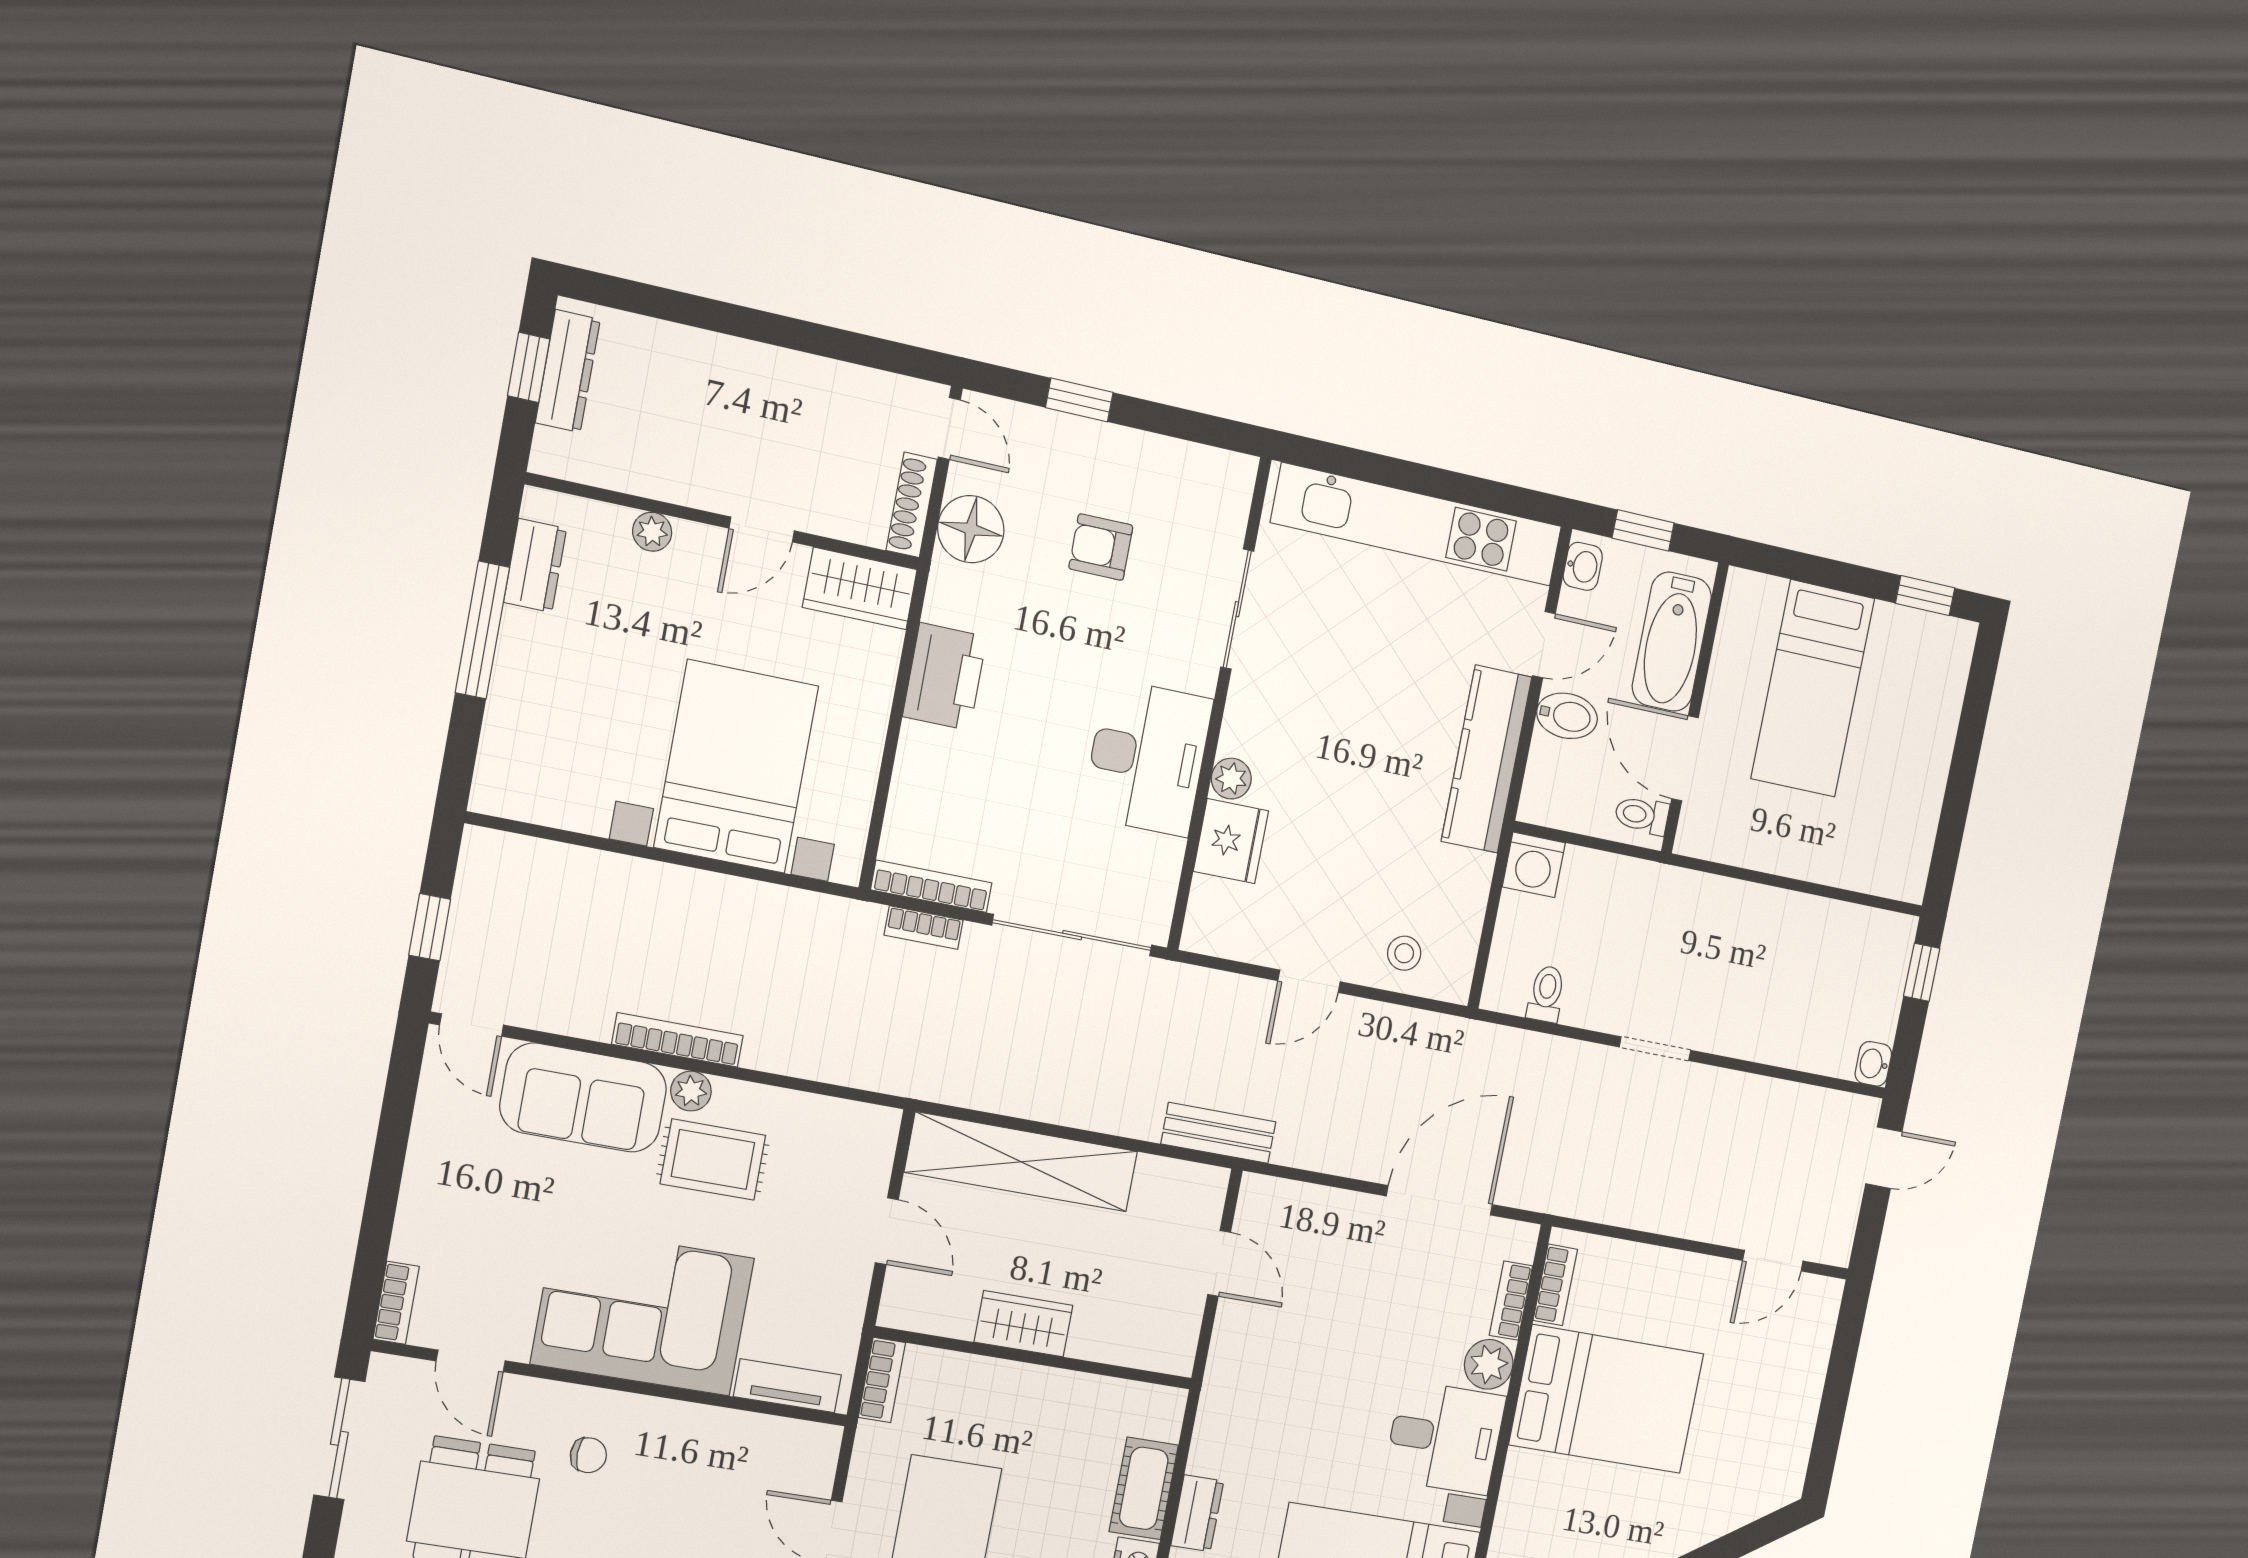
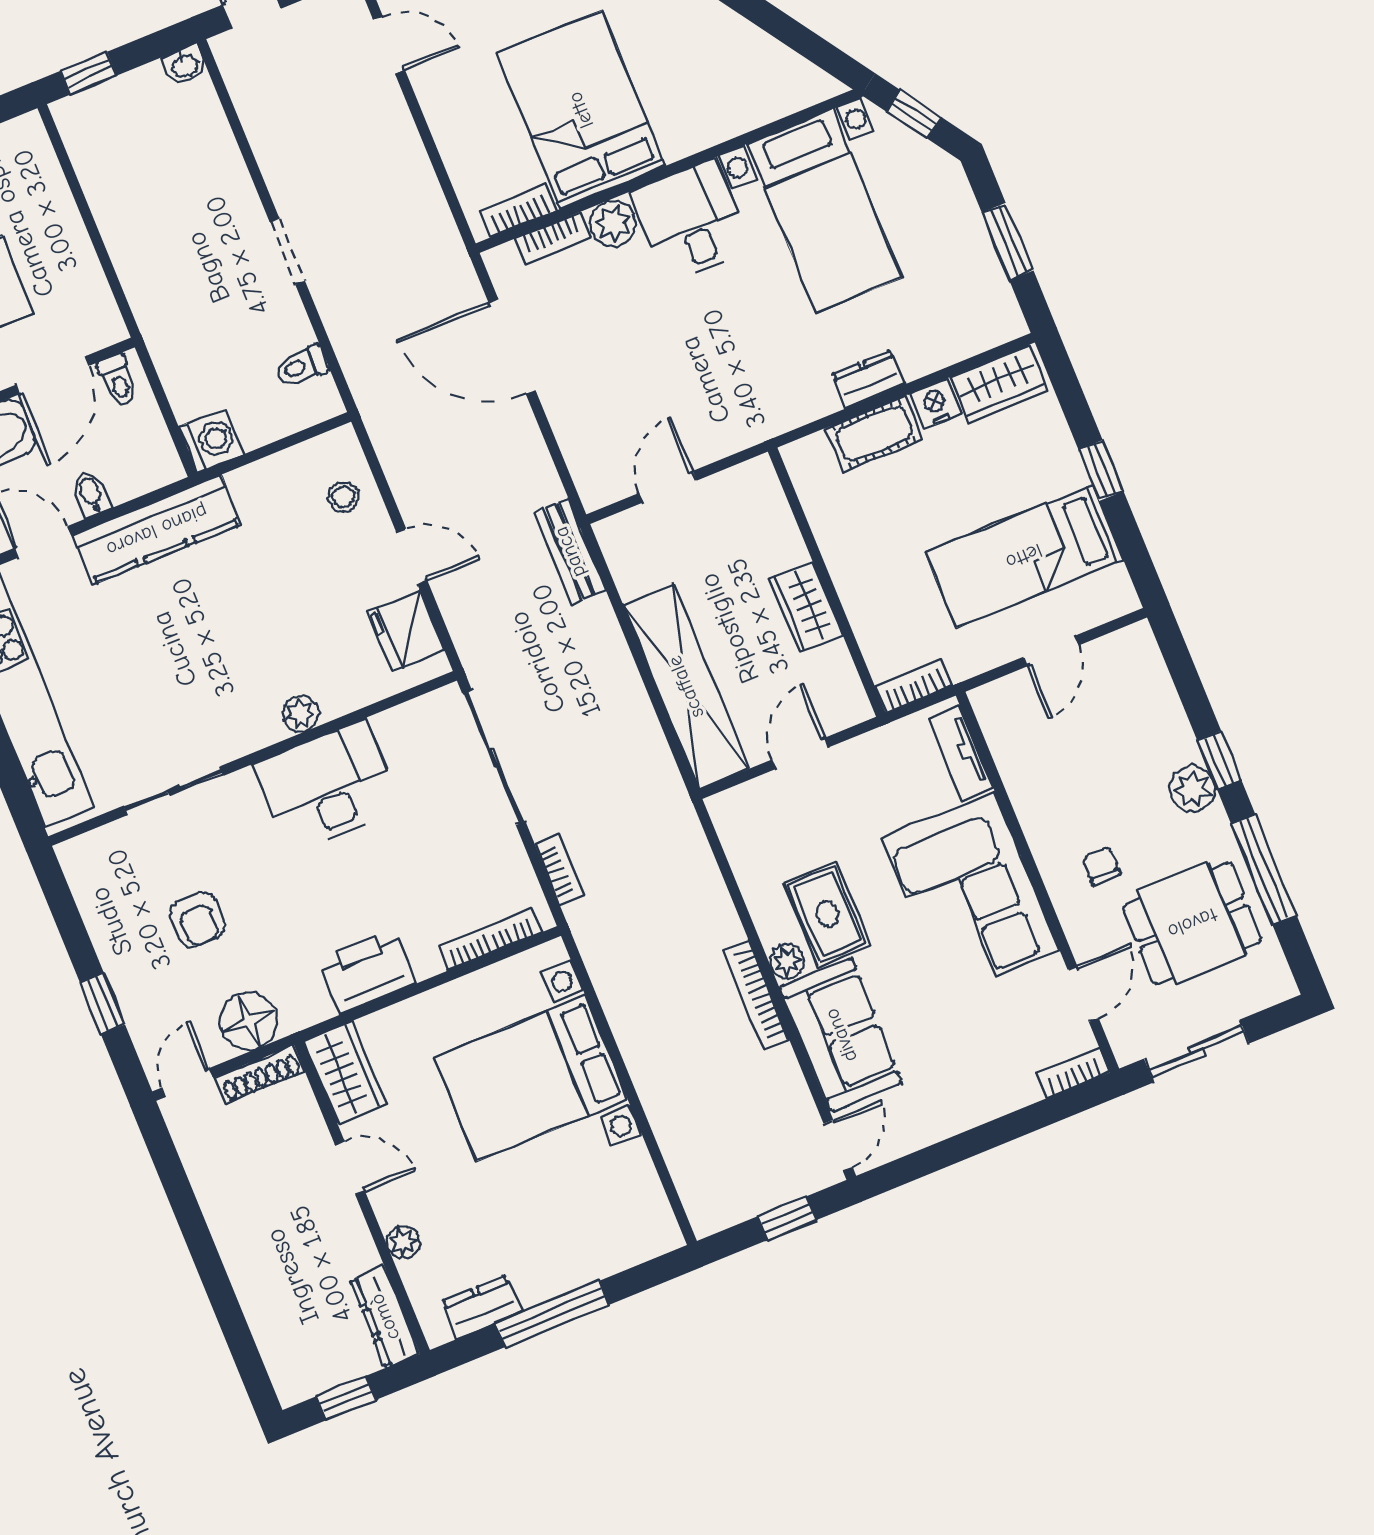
dresser: (568, 371) -> (385, 1317), moved, turned -90
bidet: (1567, 716) -> (91, 494), width x0.72, depth x0.74
fridge: (1231, 841) -> (406, 631), moved, turned -90
bookcase: (931, 886) -> (490, 939), moved, turned 90

